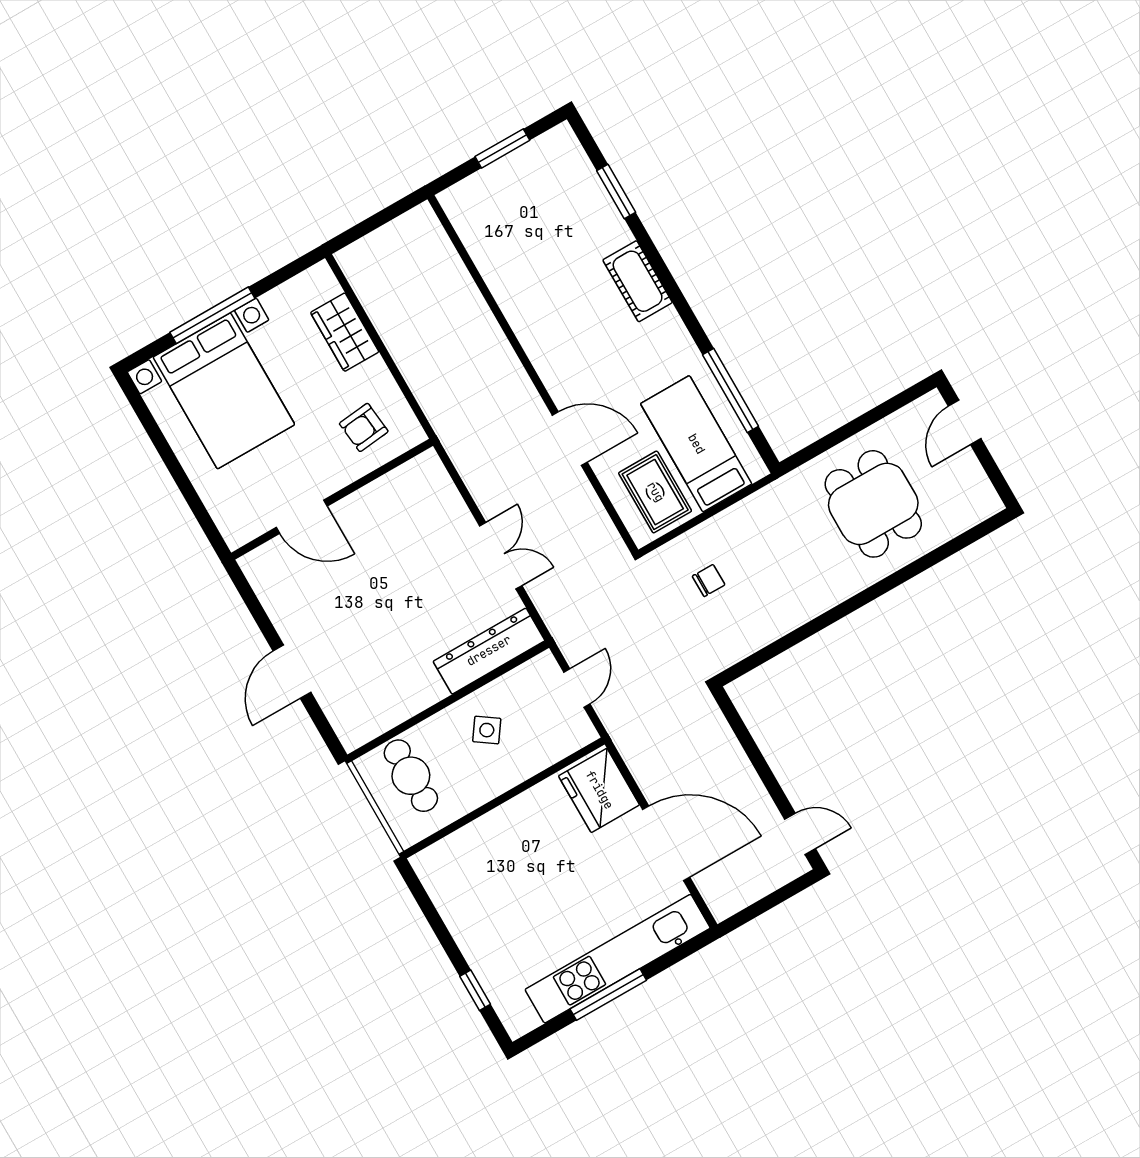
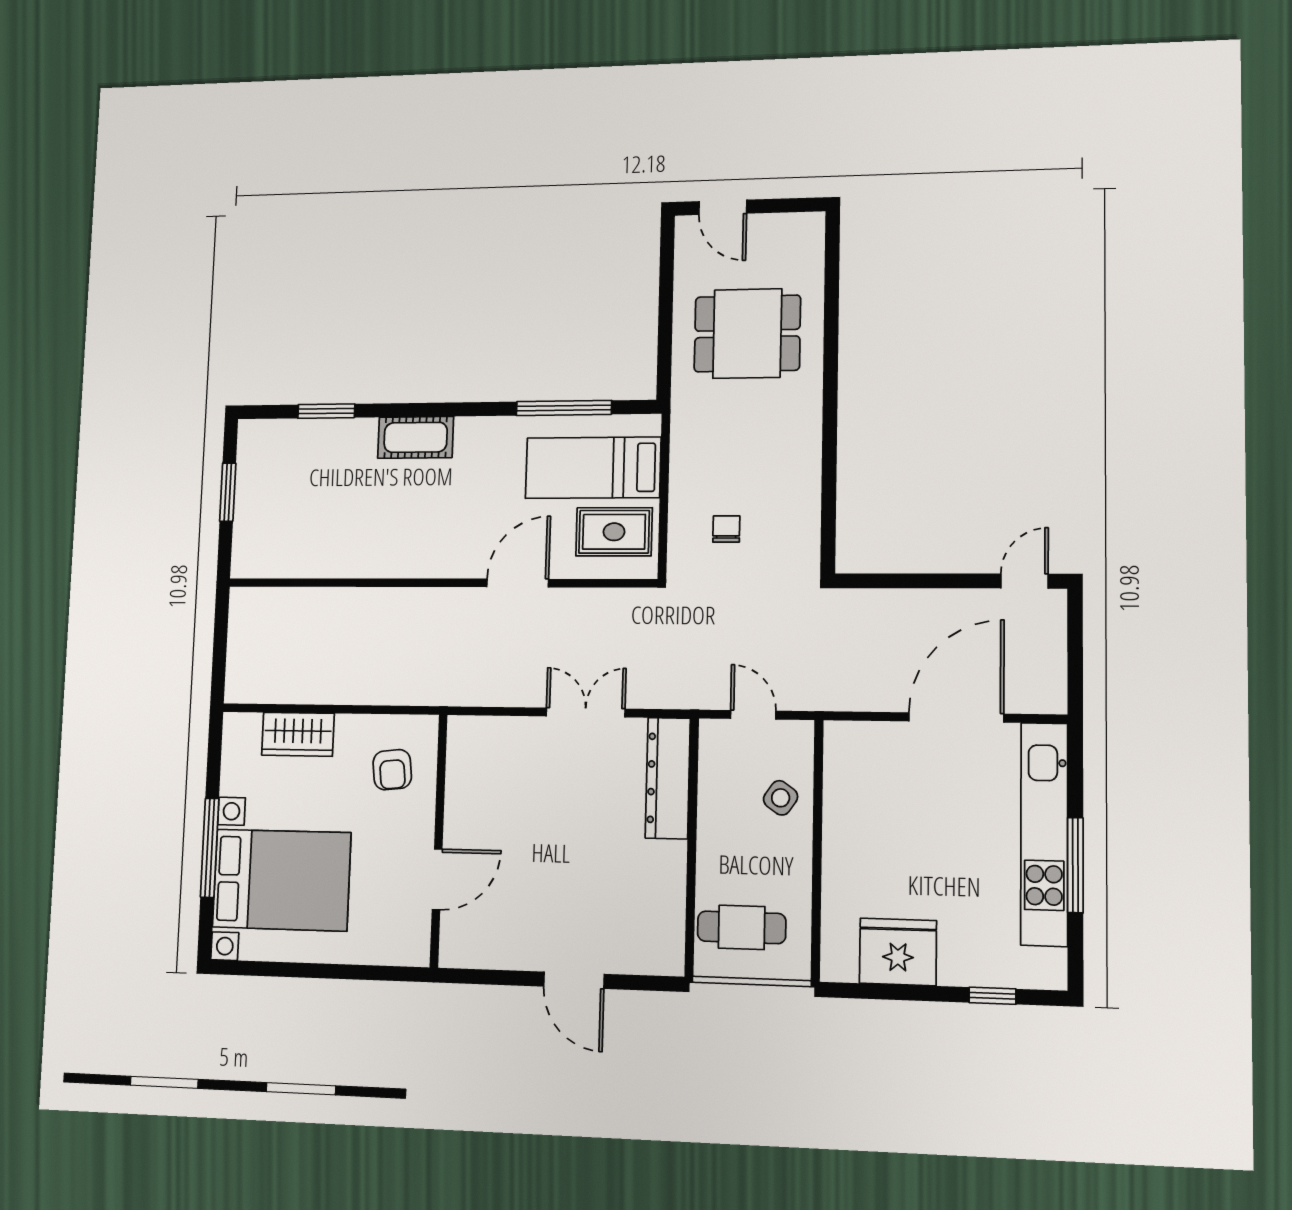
side table: (487, 730) -> (781, 798), moved
fridge: (599, 790) -> (898, 952), moved, turned 180

